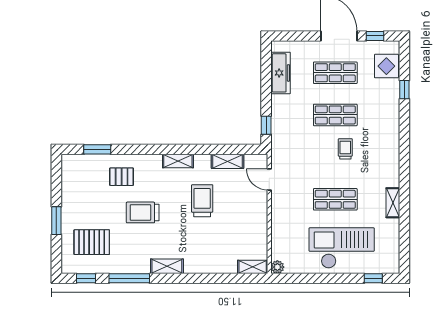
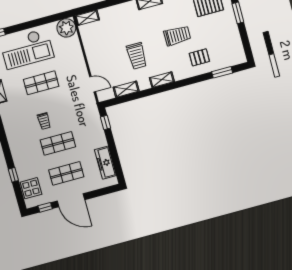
plant: (277, 267) -> (66, 28), width x1.88, depth x1.88

